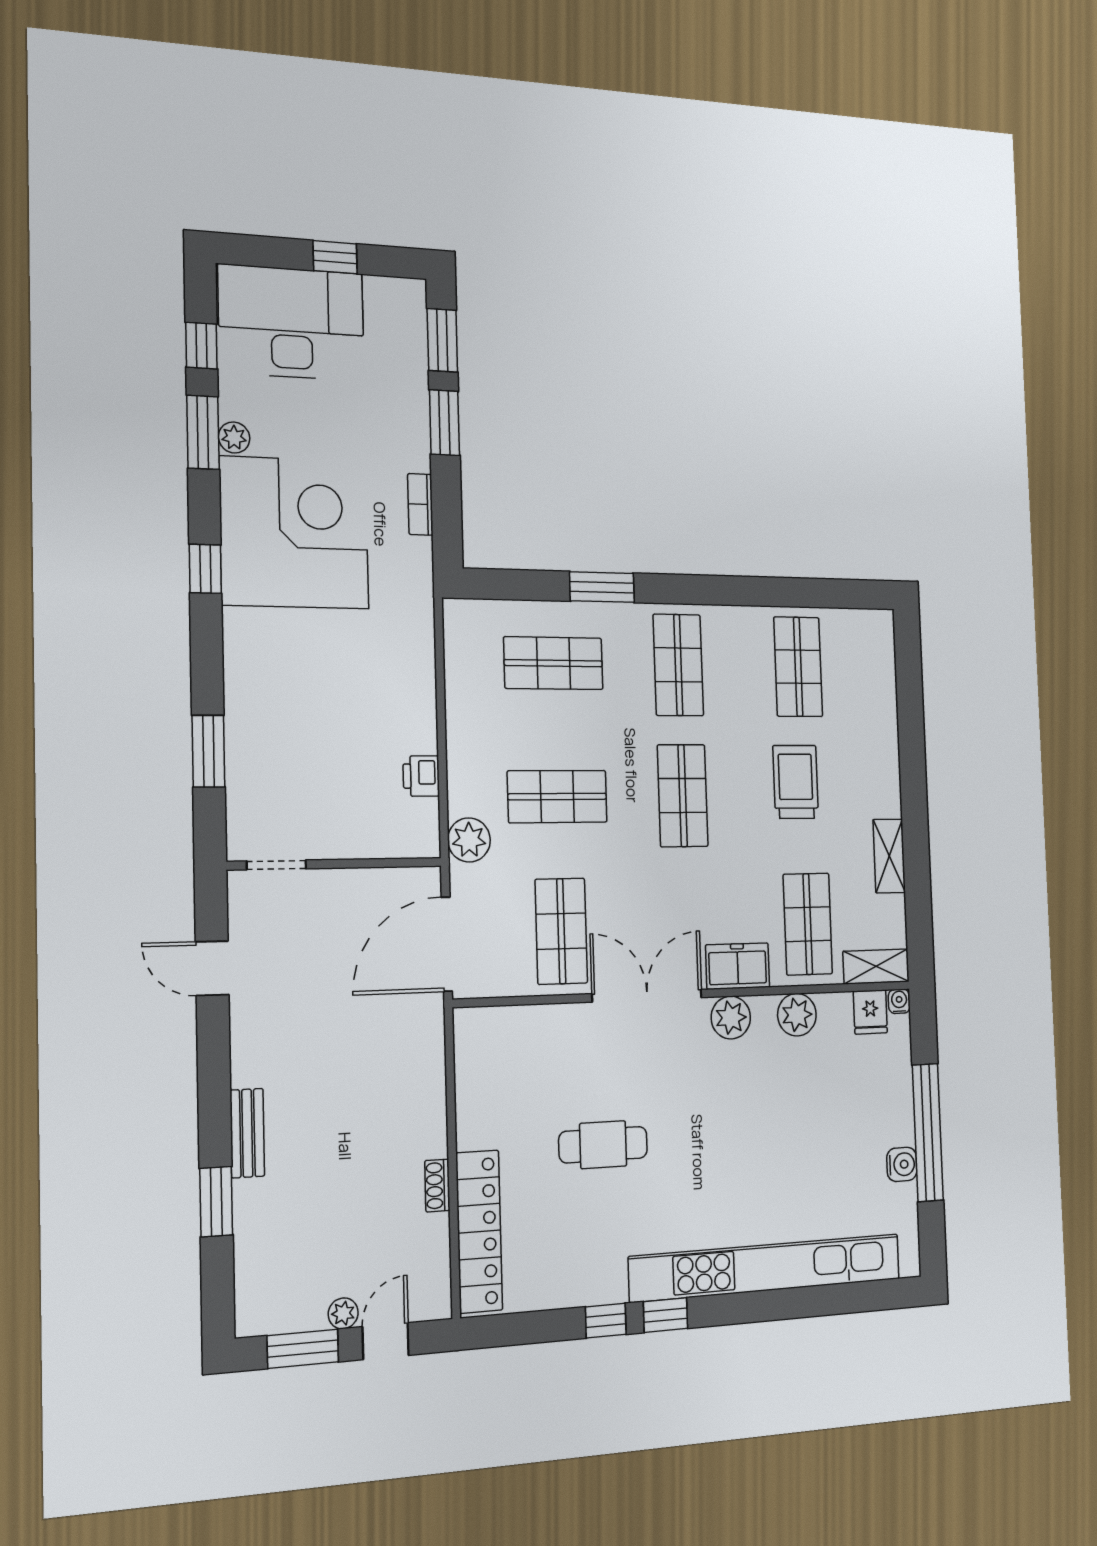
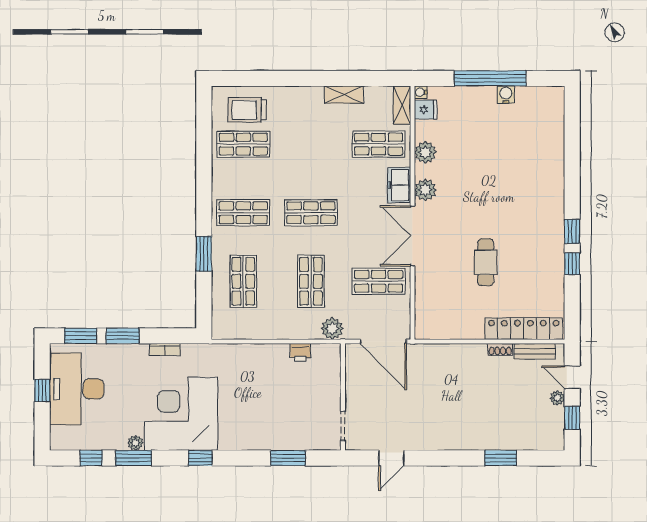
desk: (292, 323) -> (77, 389), moved
trolley: (796, 782) -> (247, 110), moved
bench: (247, 1133) -> (535, 351), moved
kitchen unit: (766, 1268) -> (553, 175), removed
window: (303, 1349) -> (572, 418), width x0.67

